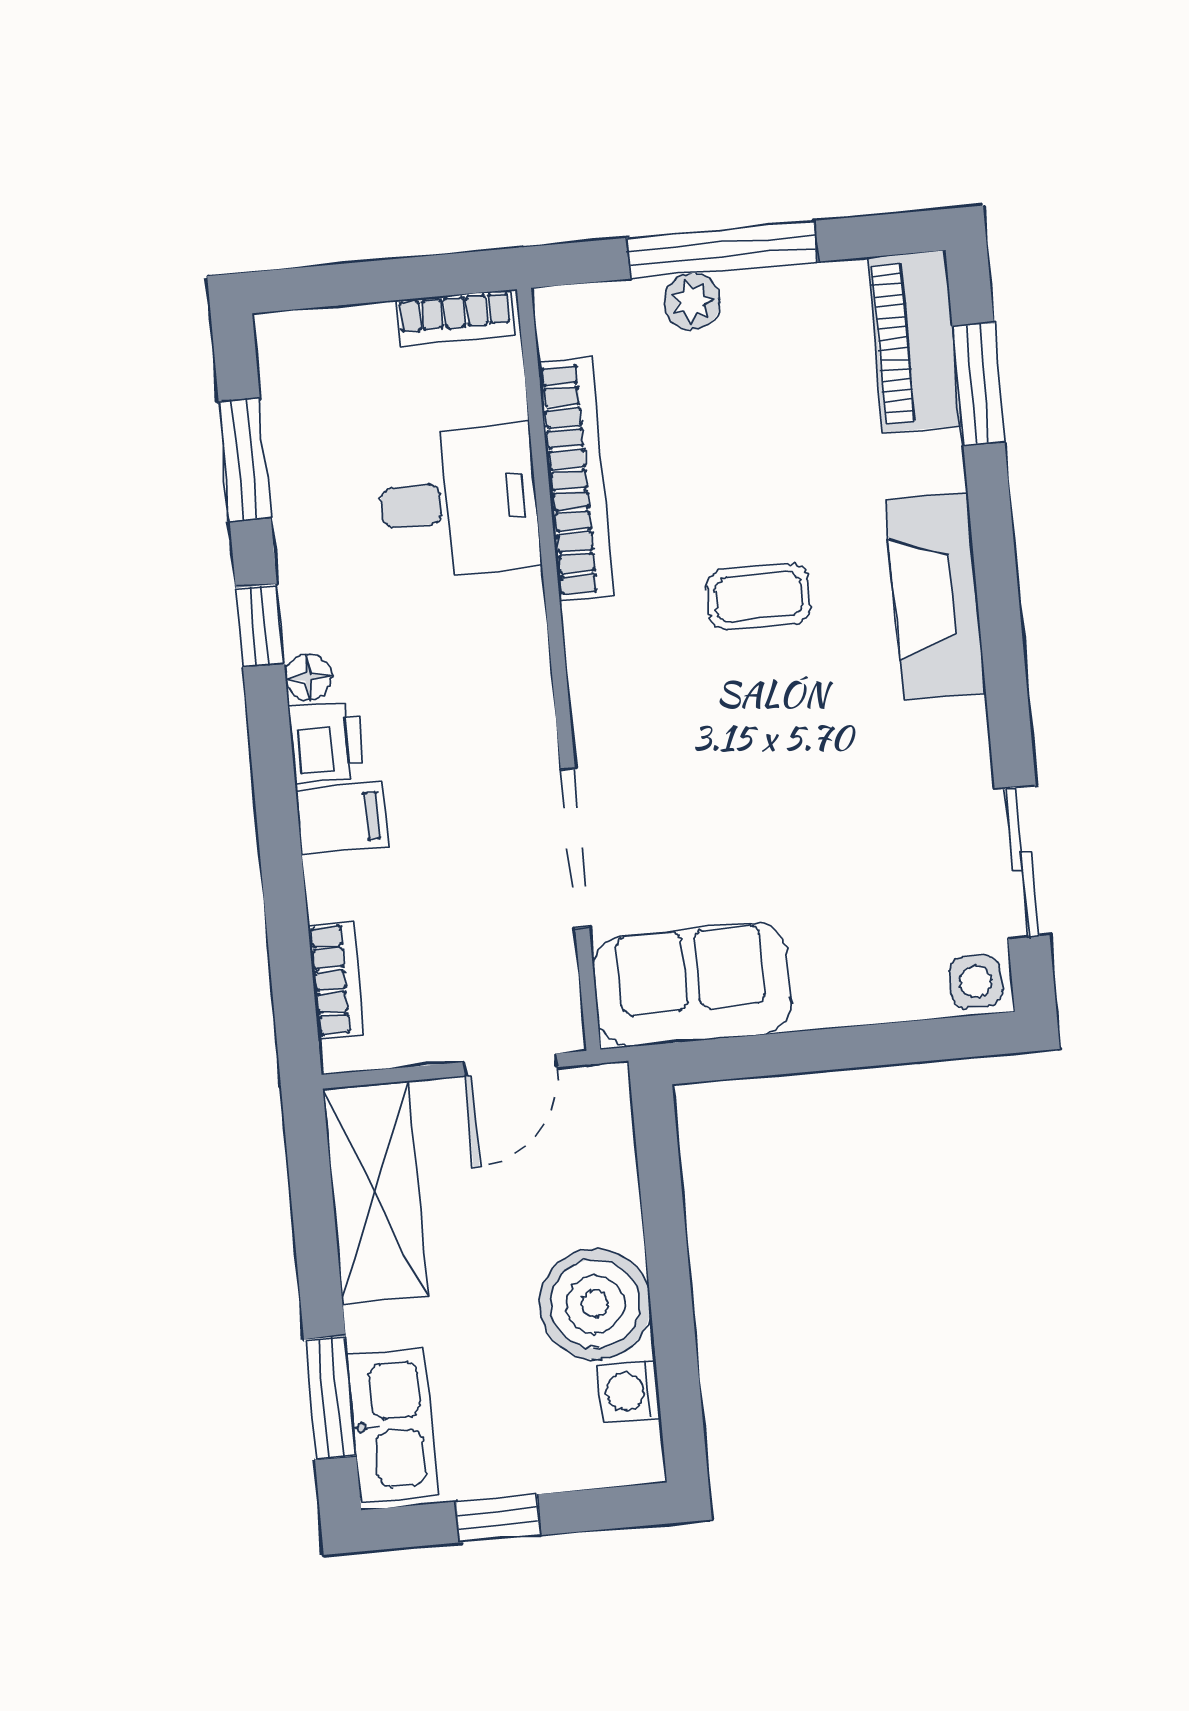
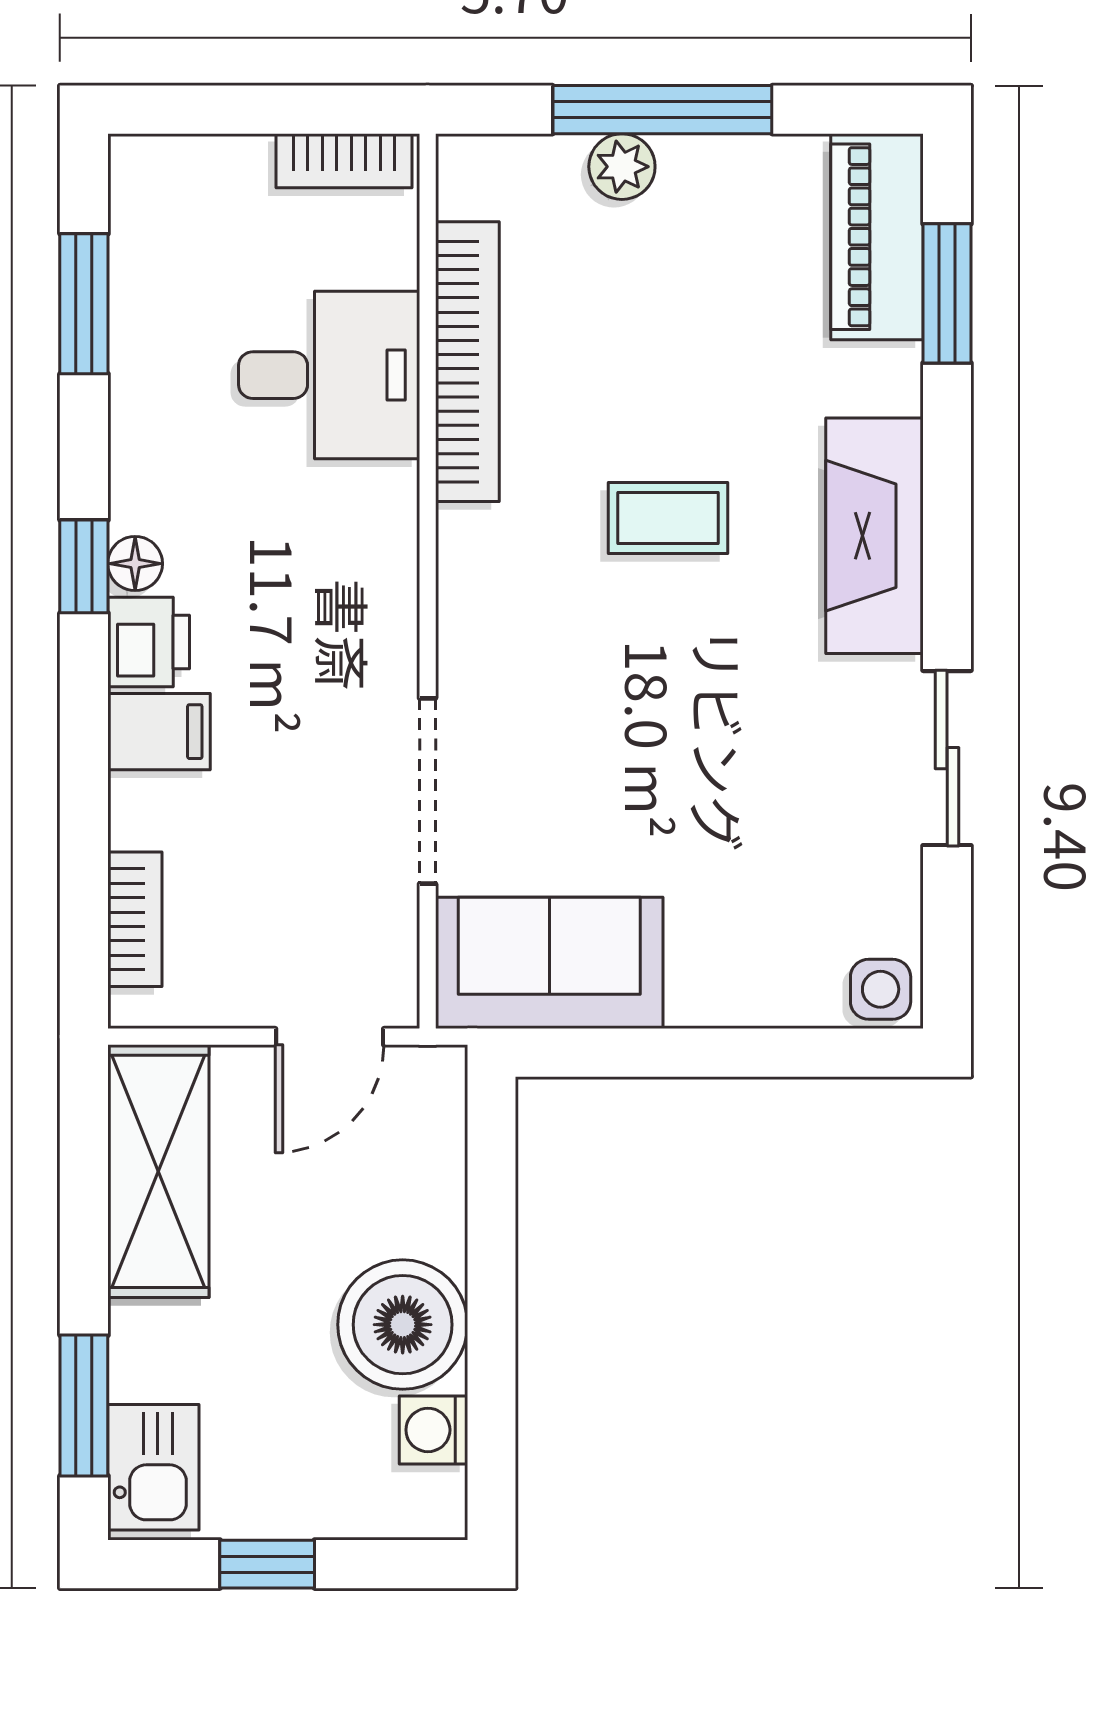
window: (260, 625) -> (84, 566), moved
sliding door: (1022, 862) -> (947, 758), moved
kitchen sink: (392, 1425) -> (153, 1467), width x0.73

